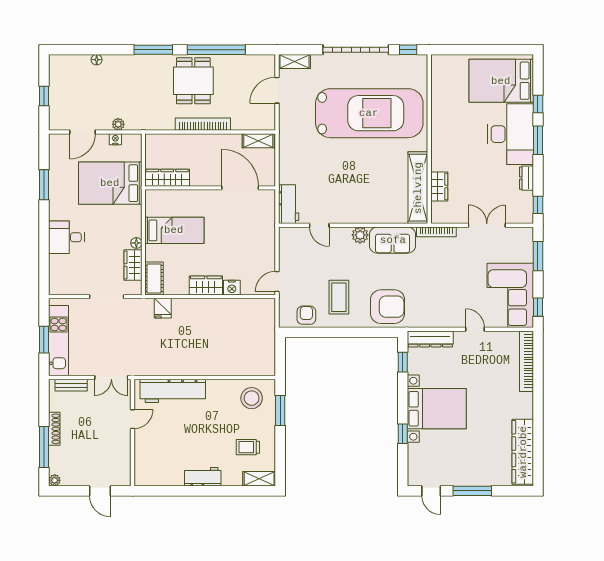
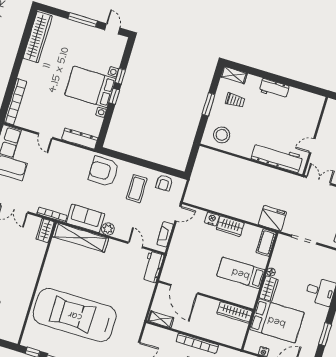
wardrobe: (439, 187) -> (45, 230), moved
shelving: (418, 188) -> (80, 237), moved, turned 90
fireplace: (285, 250) -> (165, 234), added
wardrobe: (133, 265) -> (269, 289), moved
fridge: (163, 308) -> (272, 218), width x1.88, depth x1.34
window: (403, 362) -> (114, 96), moved
window: (280, 410) -> (208, 104), moved

